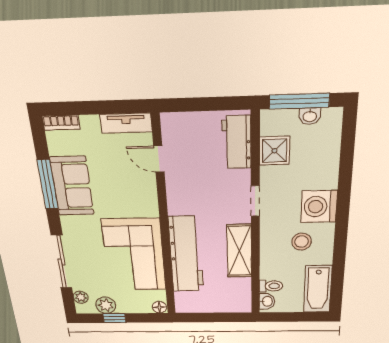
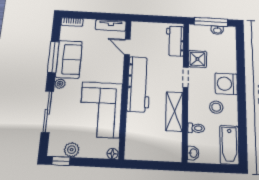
shower: (274, 151) -> (197, 59), moved
workbench: (186, 254) -> (139, 84), moved
toilet: (271, 286) -> (196, 128), moved
plant: (81, 297) -> (60, 84), moved
window: (114, 318) -> (61, 161), moved

